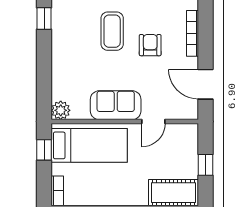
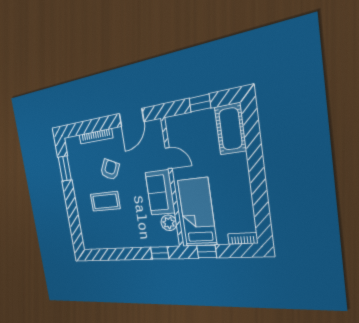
window: (44, 19) -> (160, 253), moved
armchair: (150, 45) -> (110, 170), turned 116
plant: (61, 110) -> (169, 223), moved

